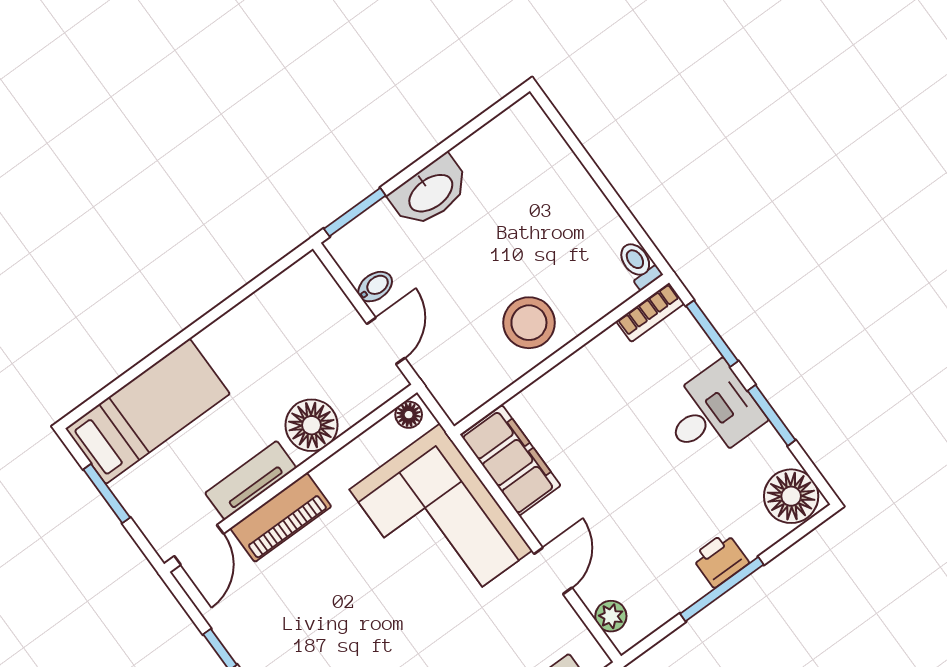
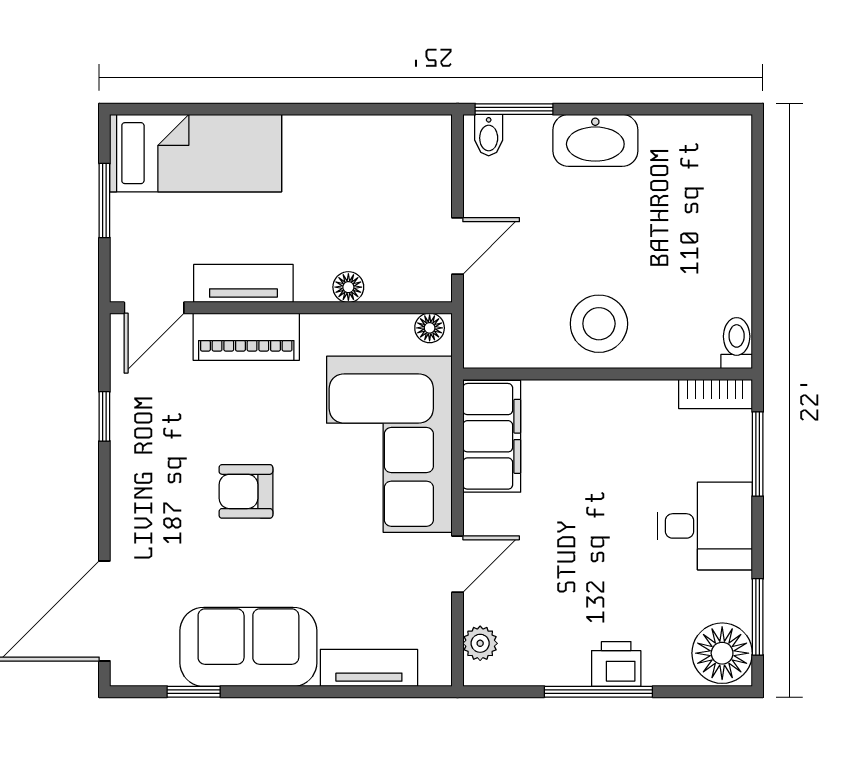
bidet: (375, 287) -> (489, 135), moved, turned 90
window: (772, 415) -> (758, 617), moved
floor lamp: (311, 425) -> (348, 287), width x0.53, depth x0.53
armchair: (362, 629) -> (246, 491), added

